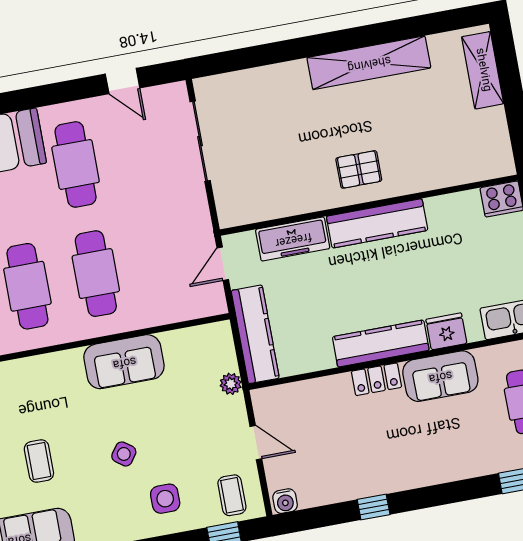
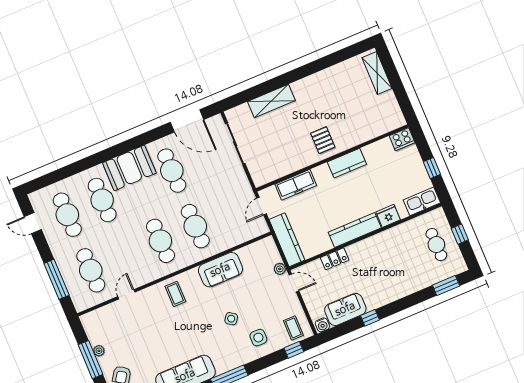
shelving: (369, 63) -> (271, 101), moved, width x0.68
door: (123, 81) -> (187, 121), width x1.87
pallet: (359, 169) -> (323, 140), turned 90
kitchen counter: (377, 223) -> (347, 163), width x0.67
sofa: (440, 376) -> (345, 309), moved, turned 180
locker: (377, 379) -> (335, 259), moved
door: (256, 443) -> (294, 283), moved
coffee table: (39, 461) -> (175, 294), moved

